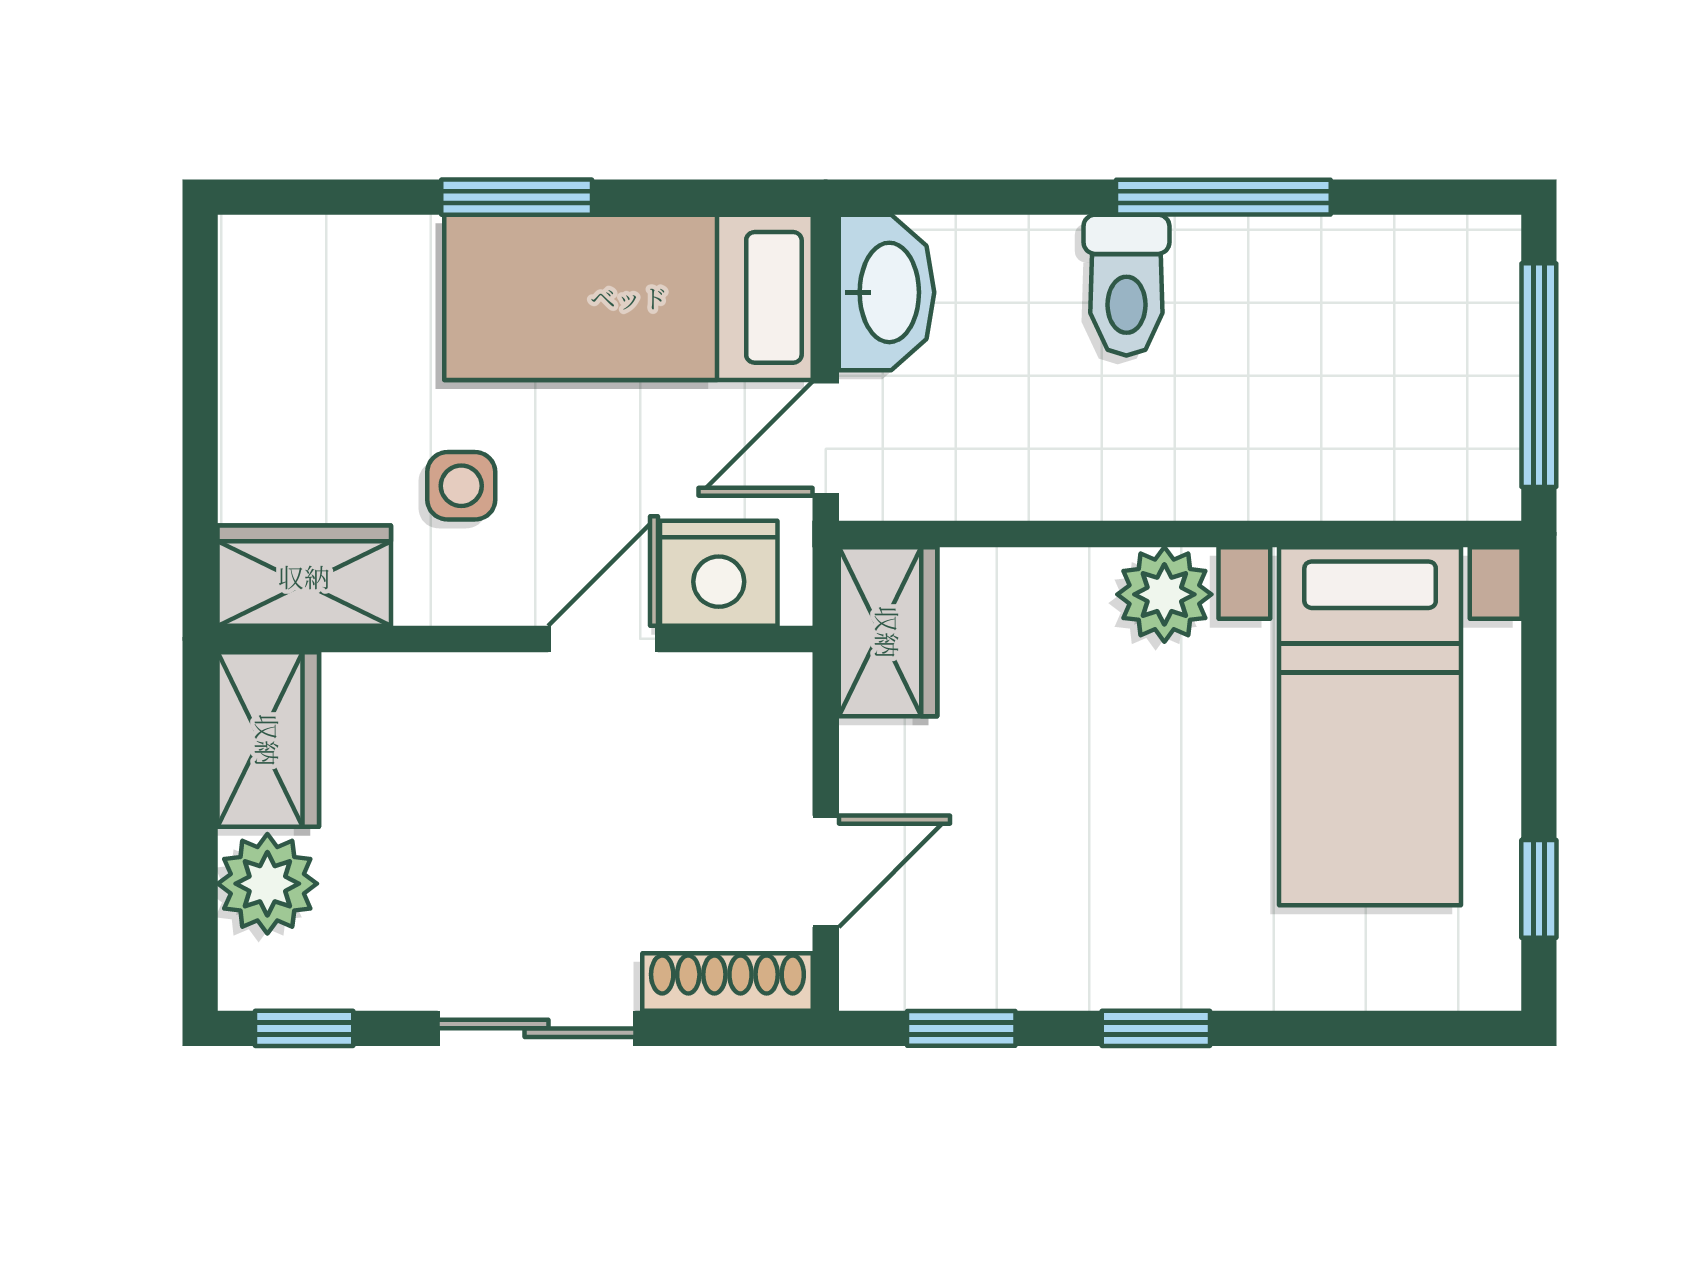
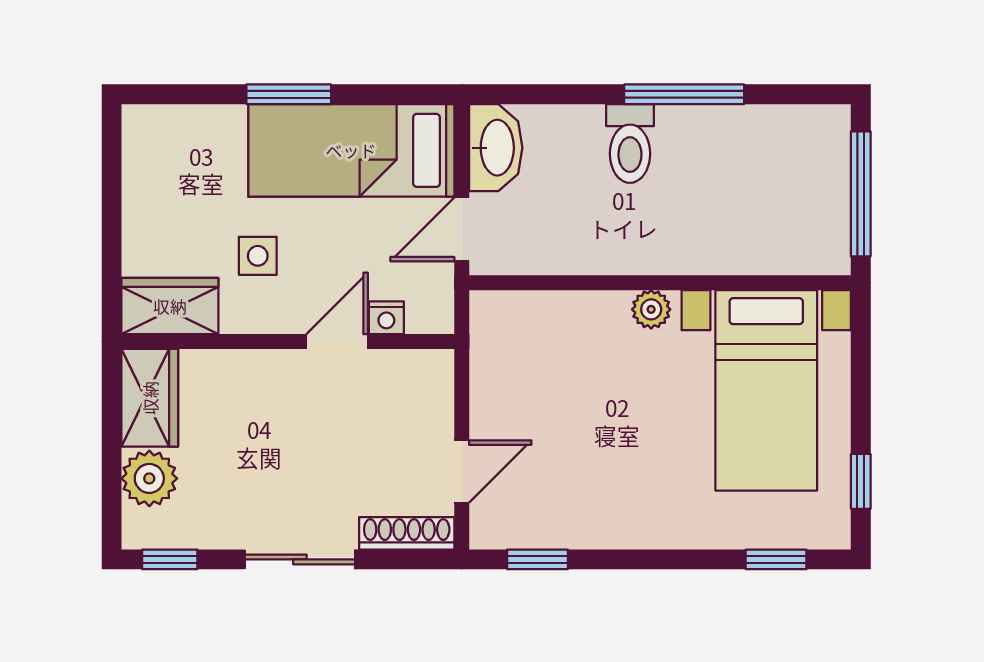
nightstand: (719, 573) -> (386, 318), width x0.53, depth x0.56
plant: (1164, 594) -> (651, 309), width x0.73, depth x0.73
wardrobe: (888, 632) -> (497, 337), removed
window: (1156, 1028) -> (776, 559), moved

